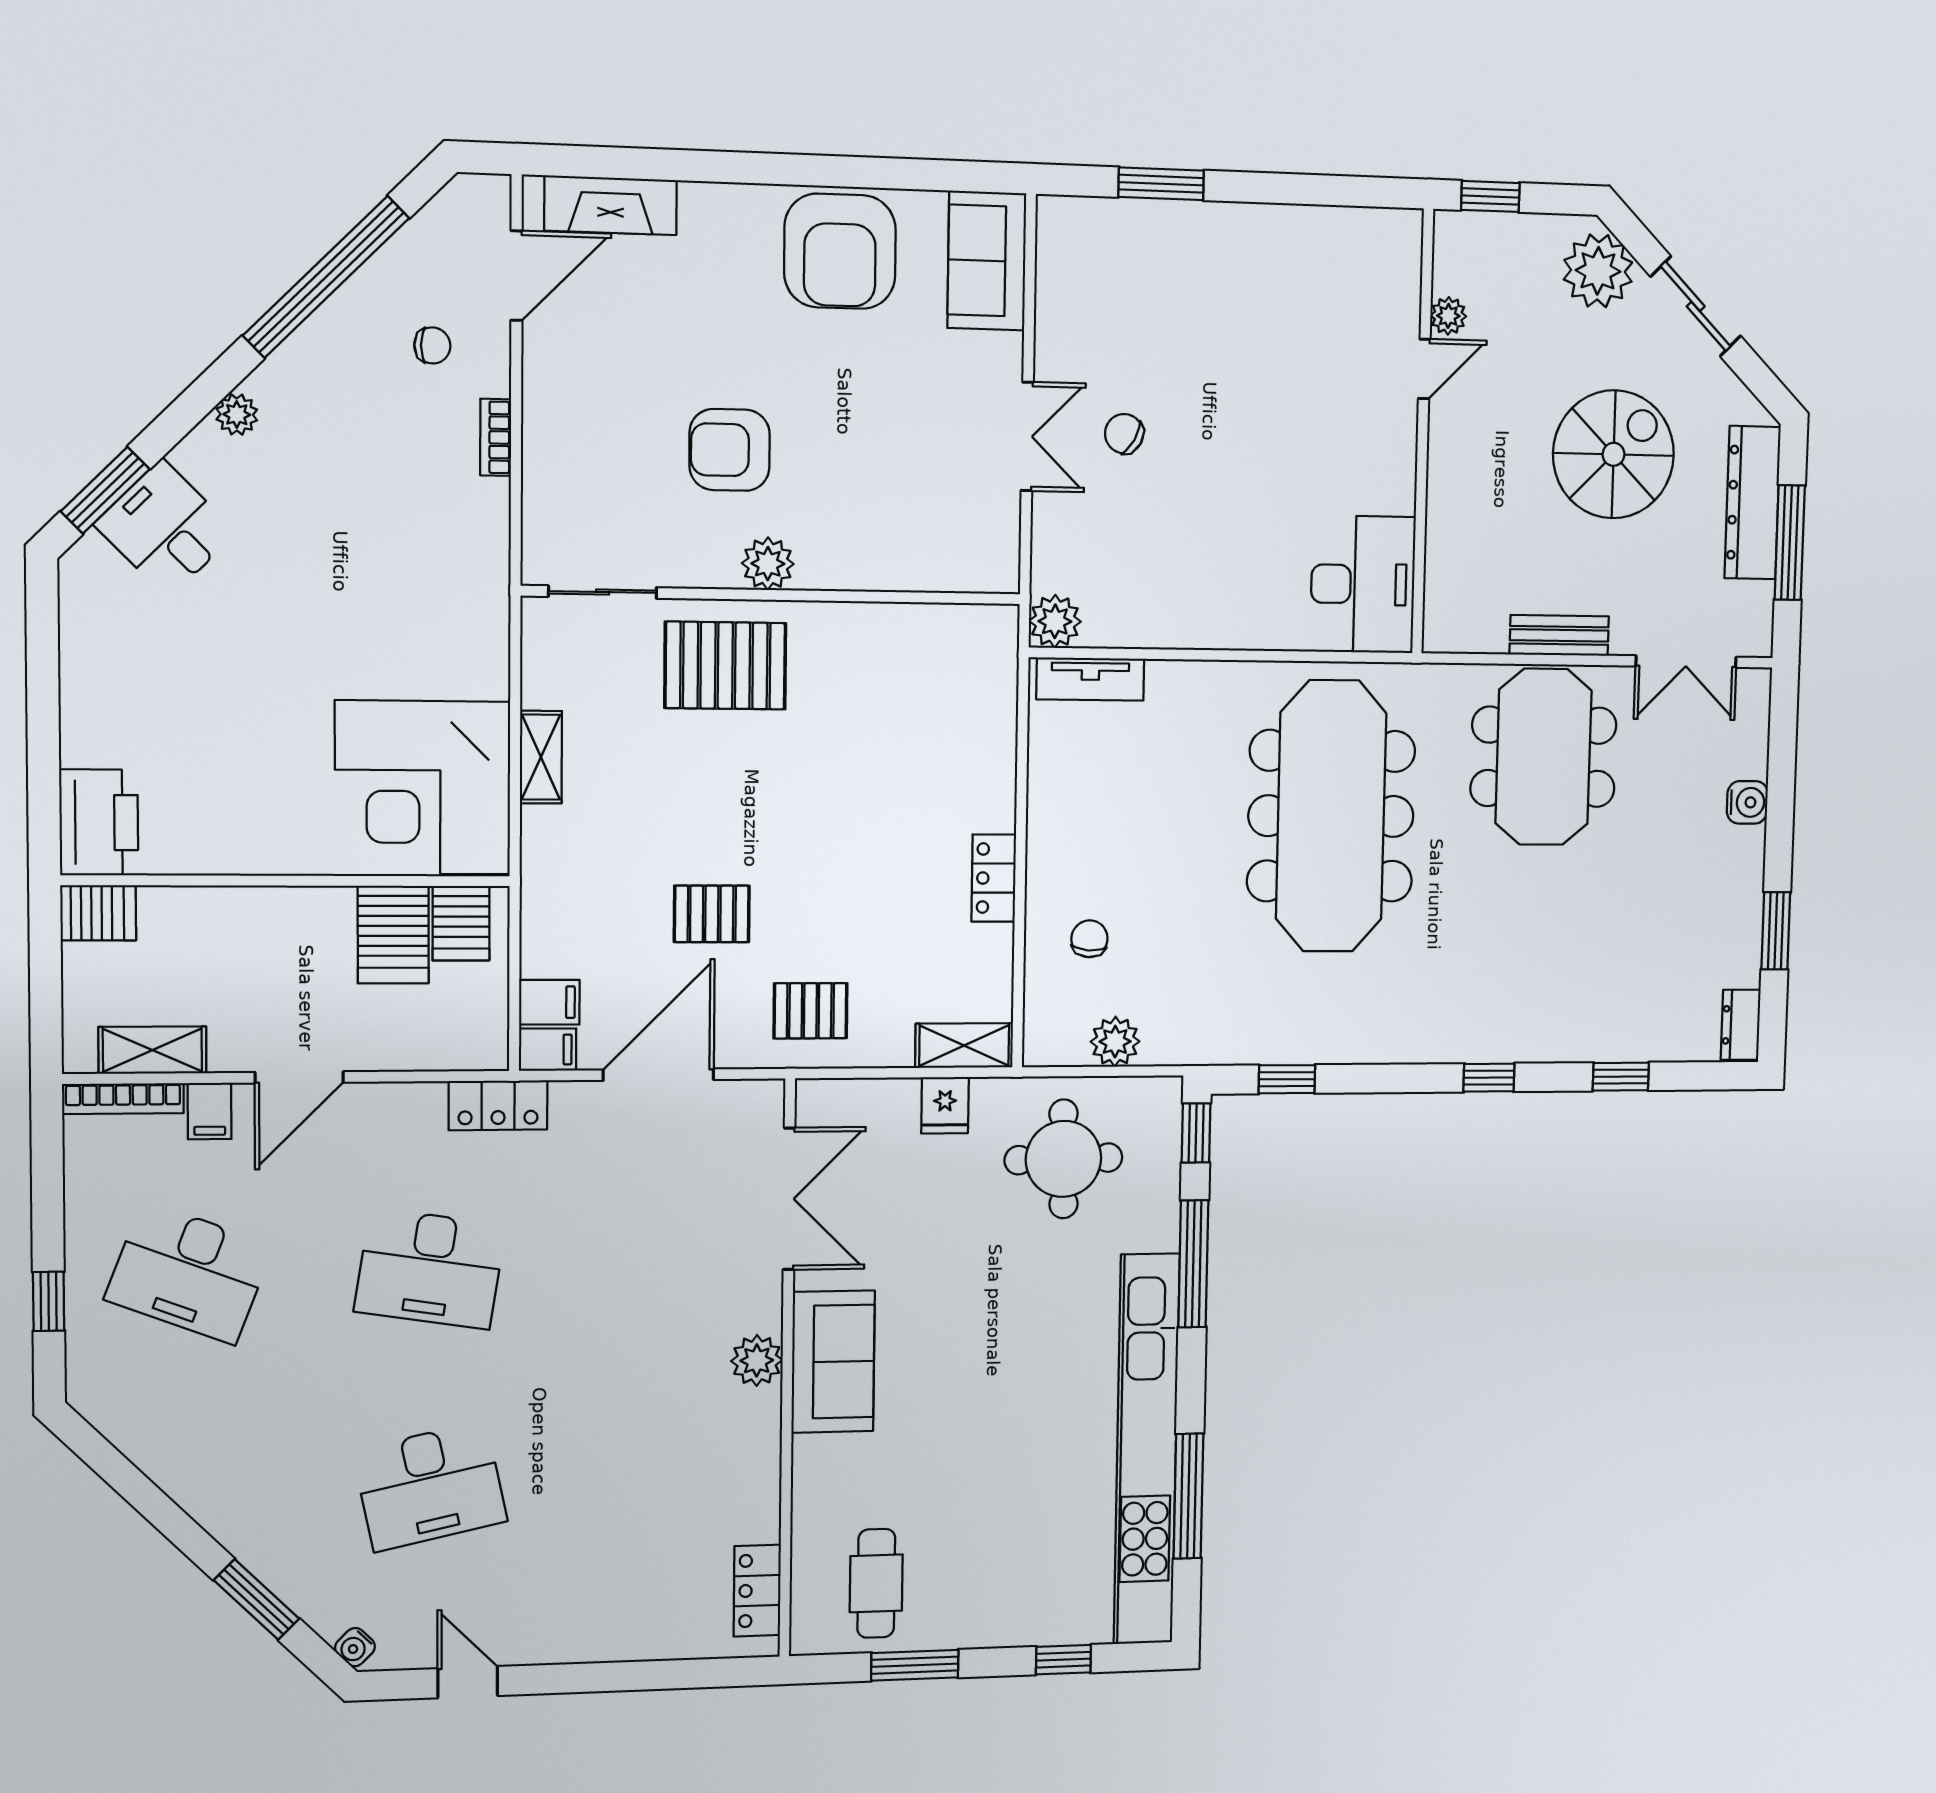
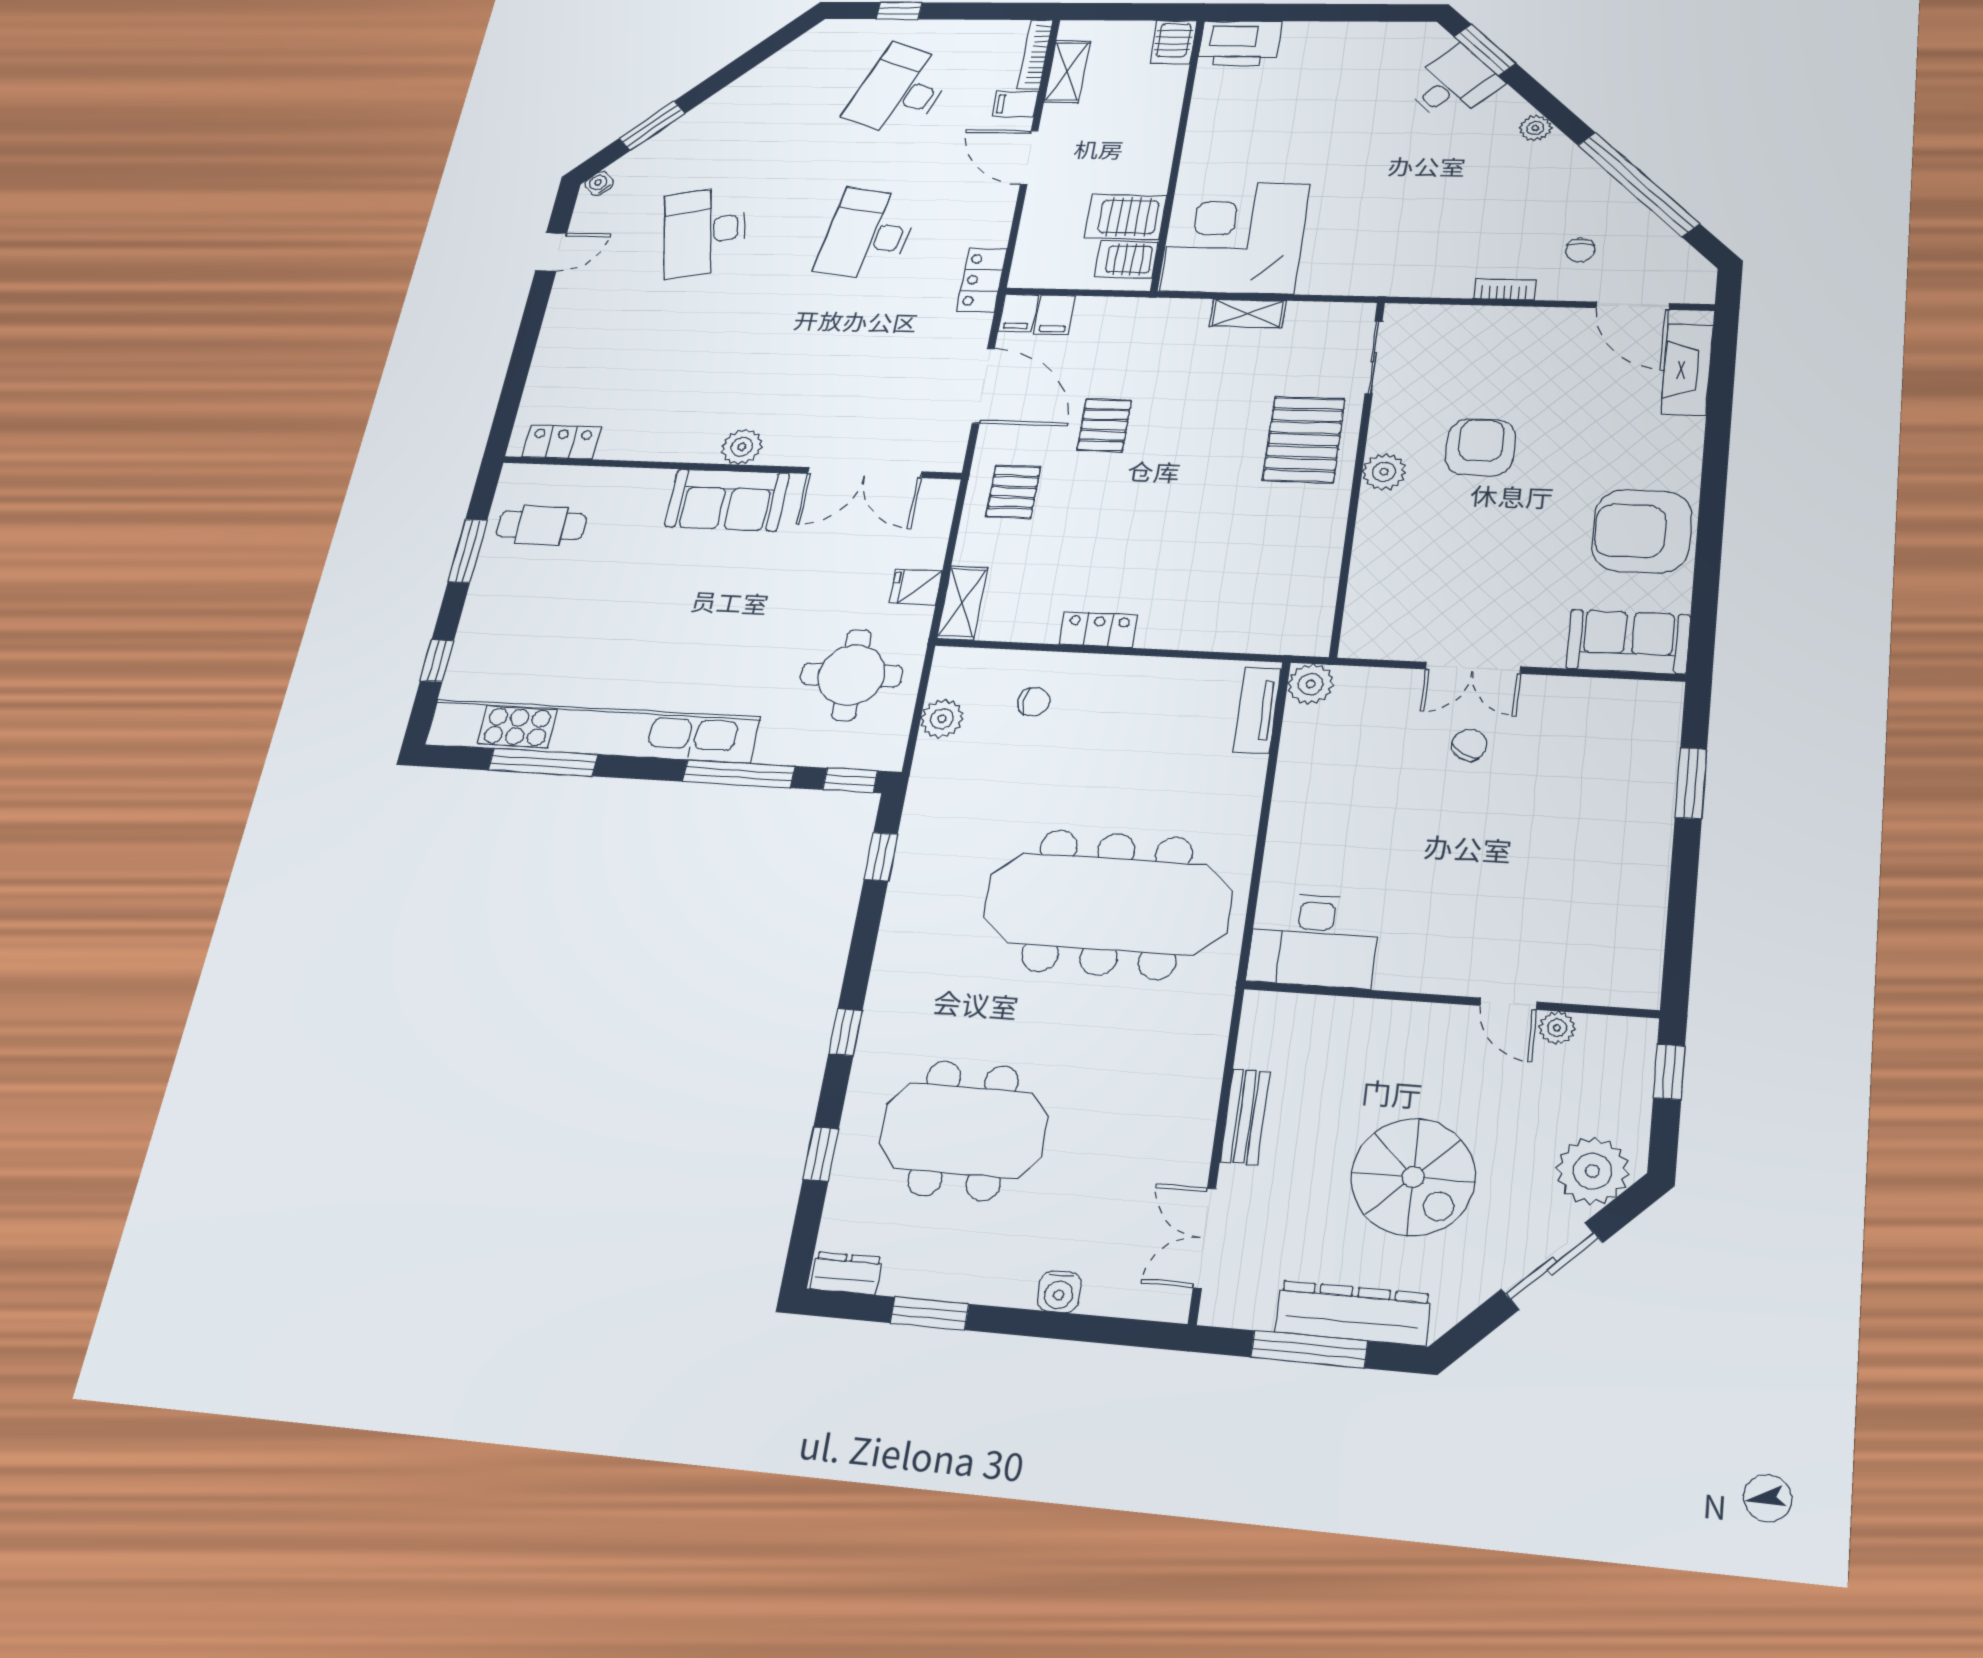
meeting table: (1543, 757) -> (963, 1130), moved

